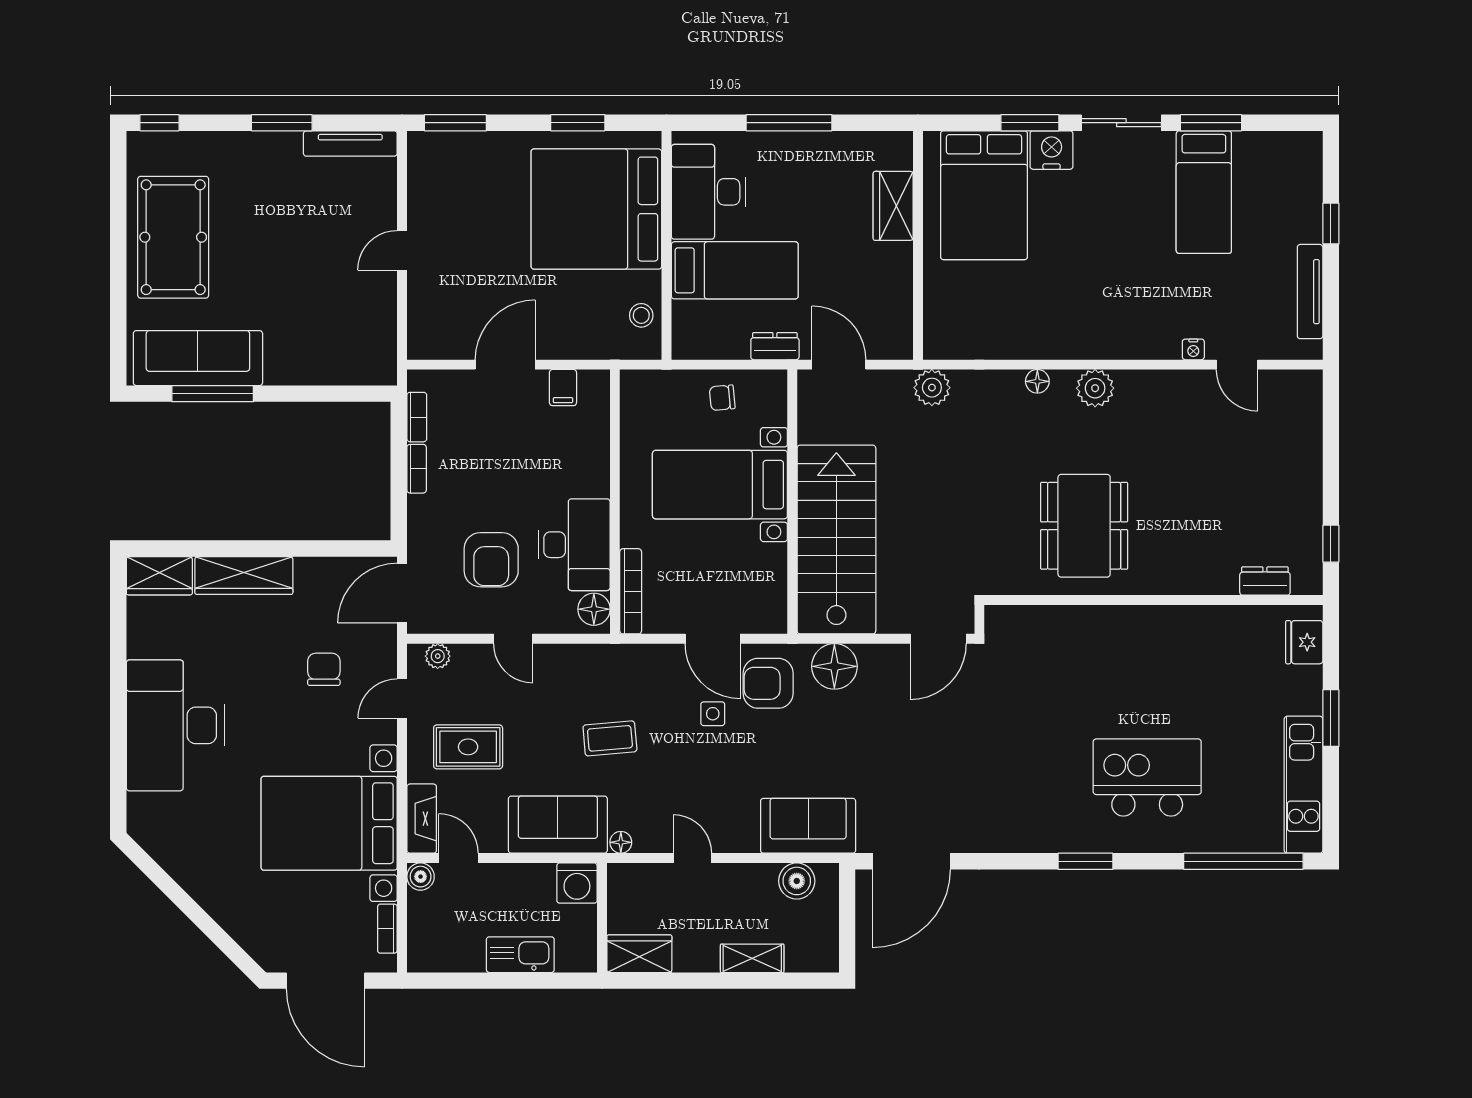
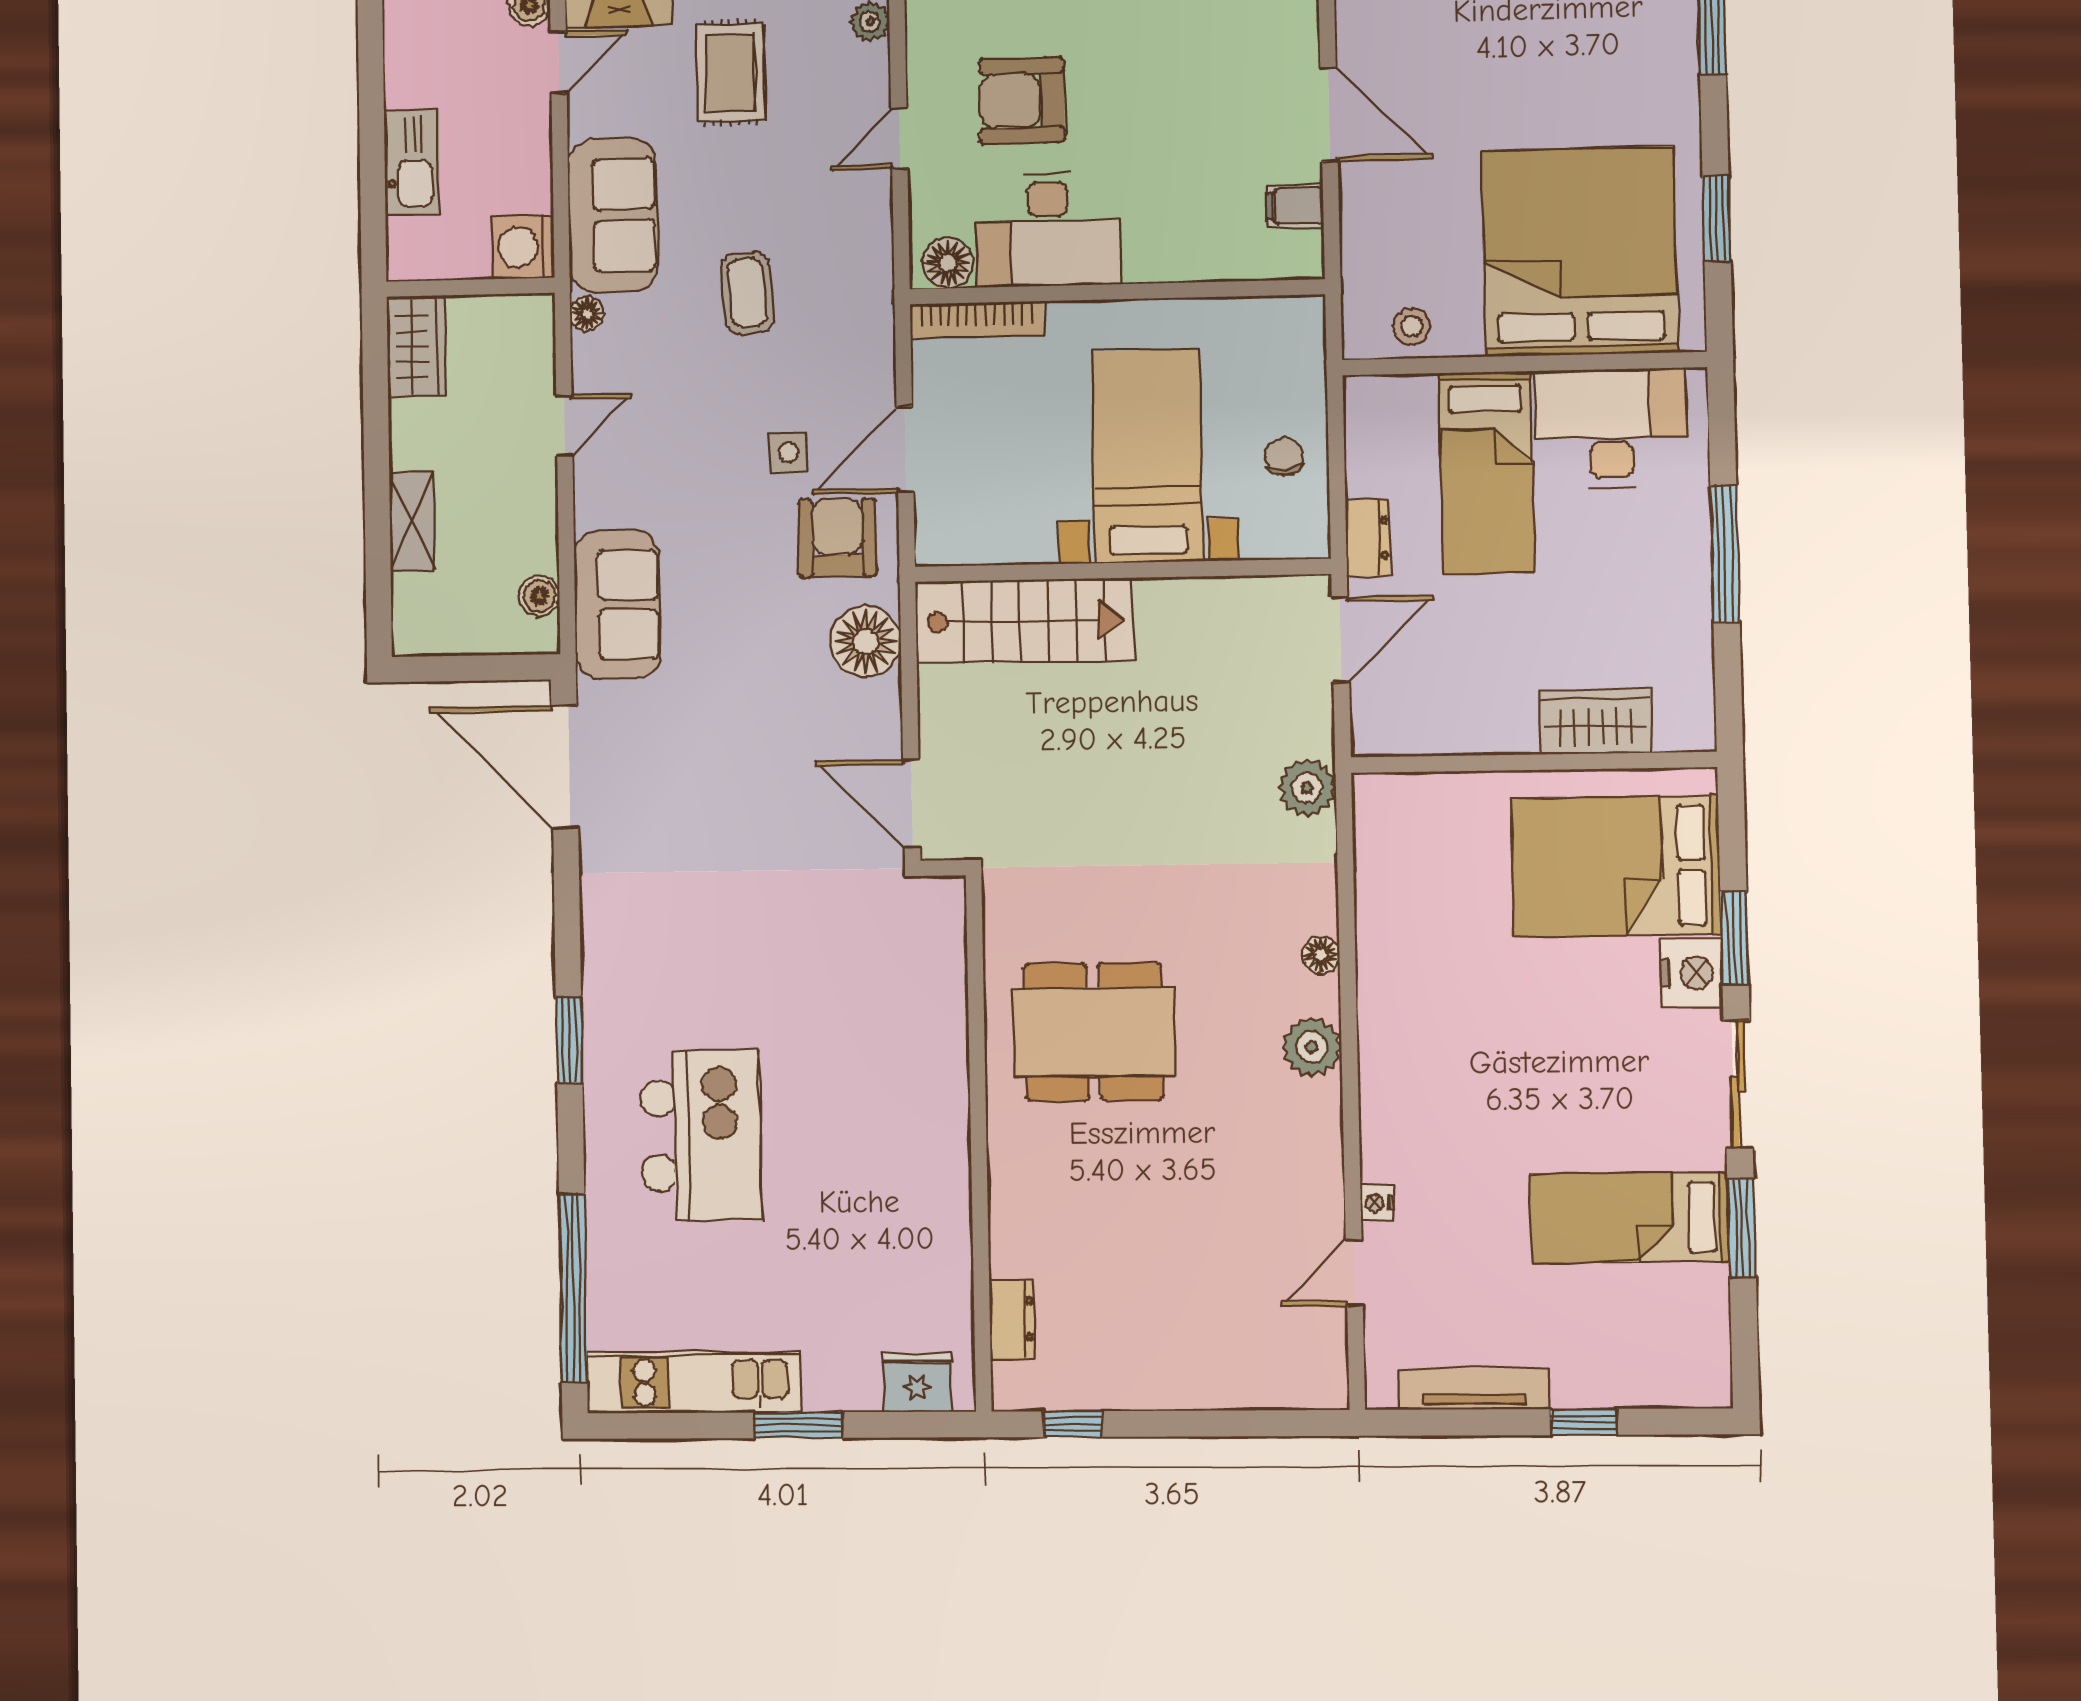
stairs: (836, 540) -> (1024, 621), width x0.73, depth x0.66
boiler: (797, 881) -> (539, 596), width x0.73, depth x0.73

